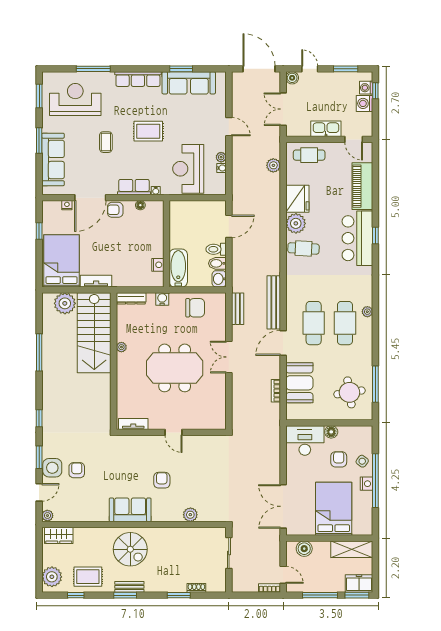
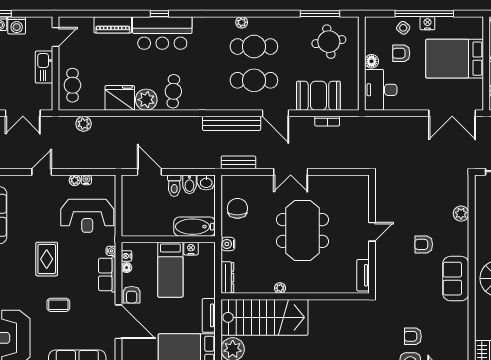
piano: (362, 186) -> (113, 25), width x0.73, depth x0.75
nightstand: (67, 205) -> (126, 256), moved
bed: (138, 246) -> (170, 270), added

